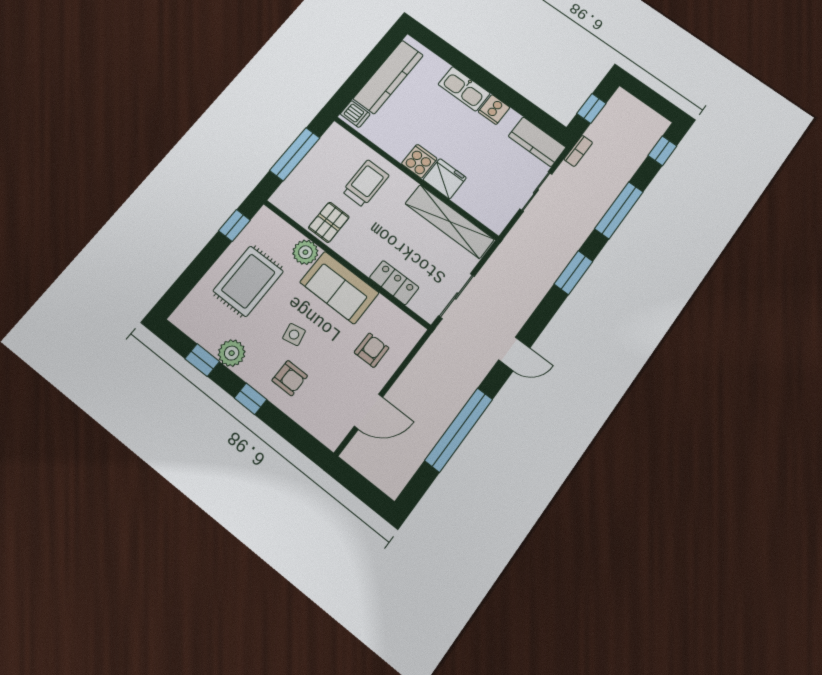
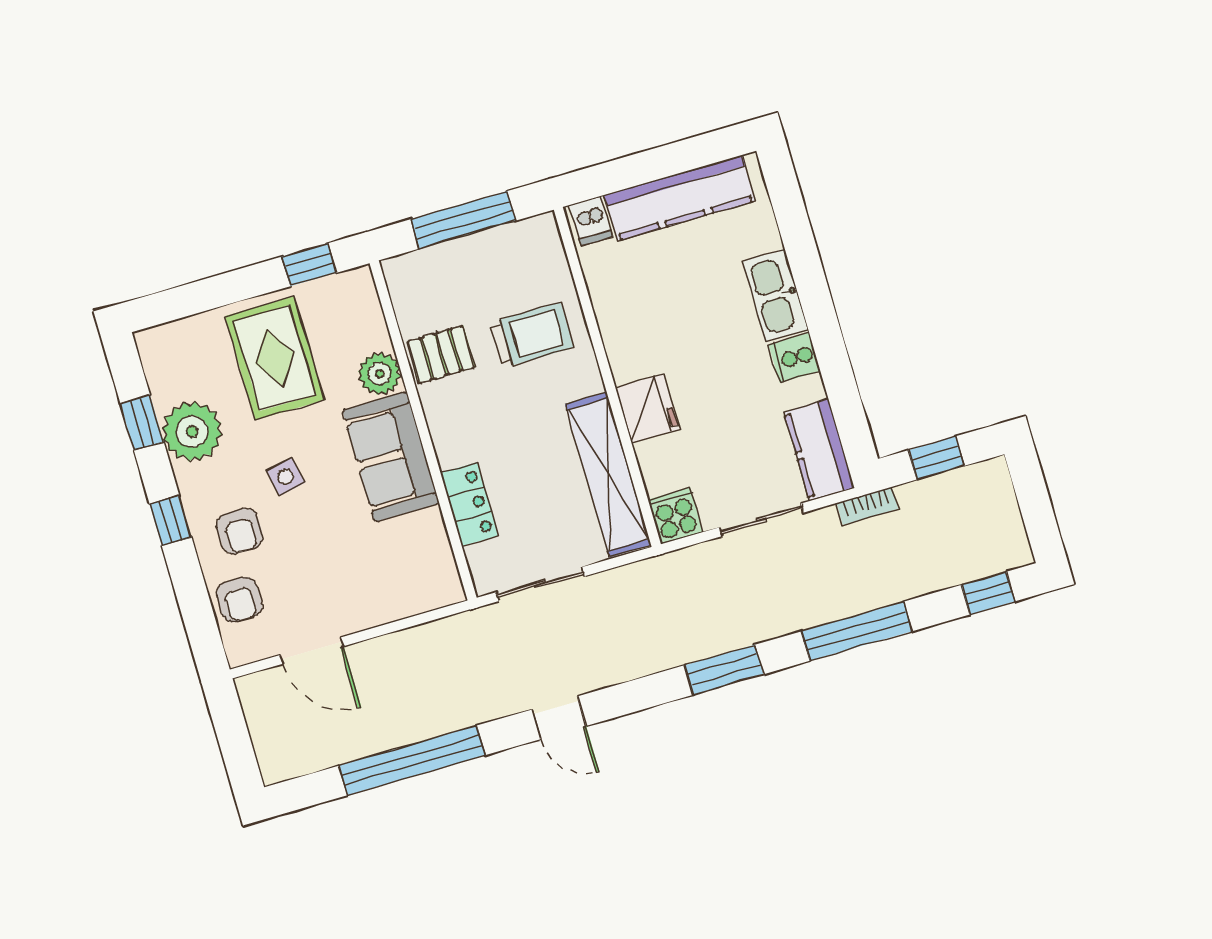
cooker: (419, 161) -> (675, 516), moved, turned -90
rug: (248, 281) -> (275, 358), turned 90
armchair: (372, 350) -> (239, 600), moved, turned 90
plant: (232, 353) -> (192, 431), width x1.36, depth x1.36

